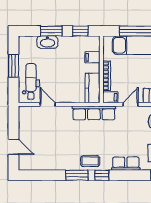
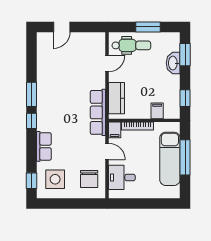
window: (51, 31) -> (185, 55), moved
kitchen counter: (92, 88) -> (116, 98), moved, turned 90
coffee table: (90, 161) -> (47, 109), removed

